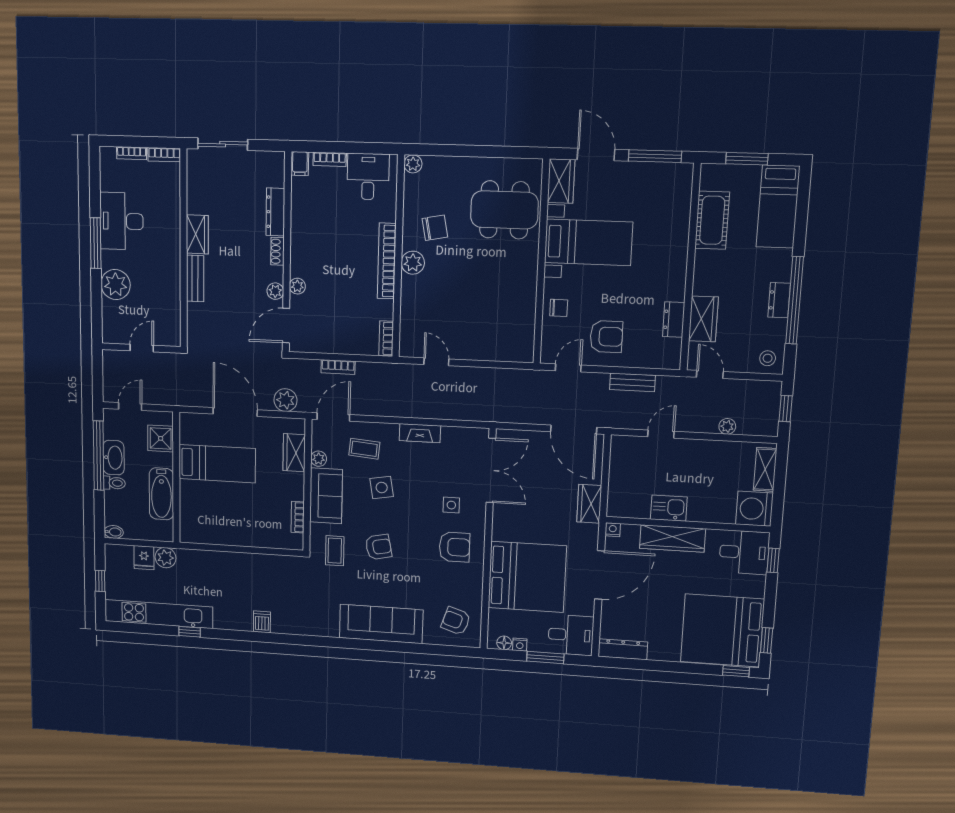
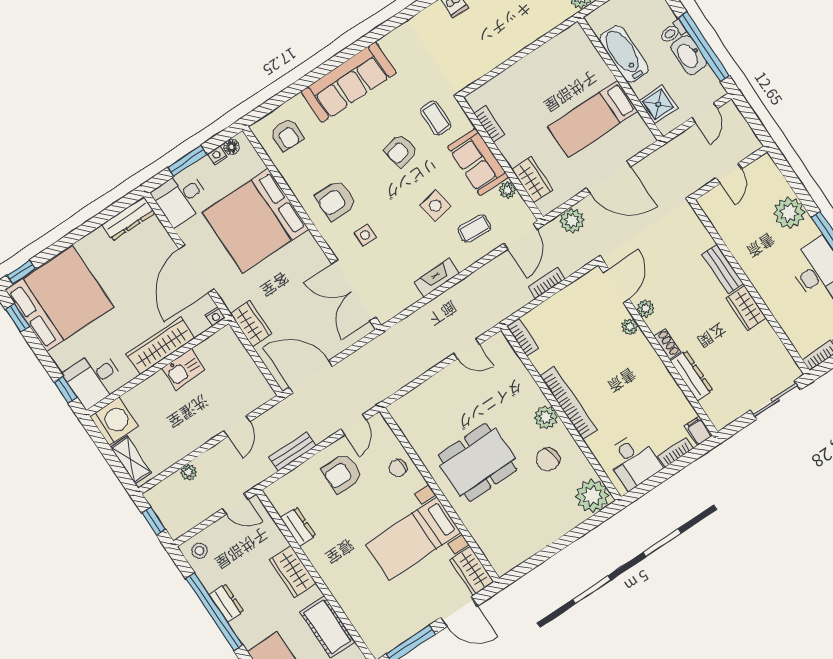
plant: (413, 164) -> (592, 496), width x1.87, depth x1.87
dining table: (504, 210) -> (478, 462), moved
wardrobe: (703, 319) -> (293, 572), moved
armchair: (456, 621) -> (287, 135), turned 72

